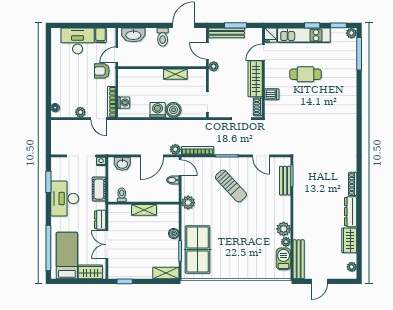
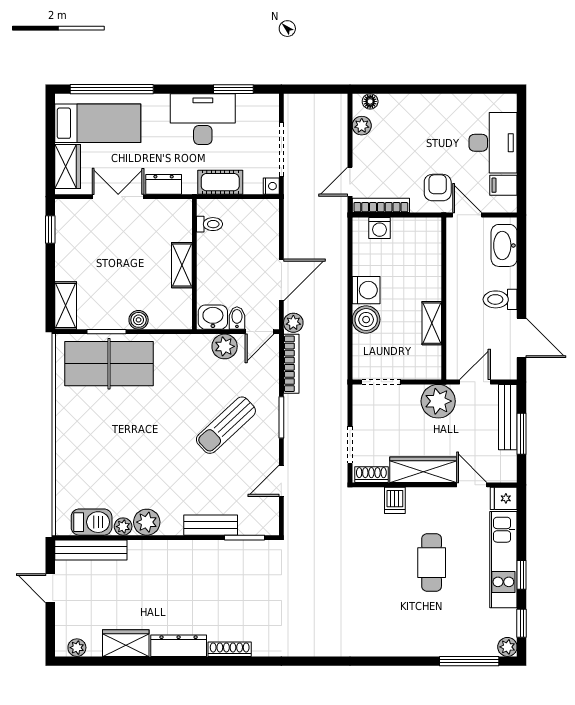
plant: (214, 66) -> (438, 401), width x1.87, depth x1.87
plant: (80, 112) -> (362, 126), moved
door: (152, 156) -> (281, 280), swing flipped
washbasin: (122, 164) -> (213, 317), moved, turned 90
bench: (285, 181) -> (211, 525), moved
plant: (188, 203) -> (225, 346), moved

